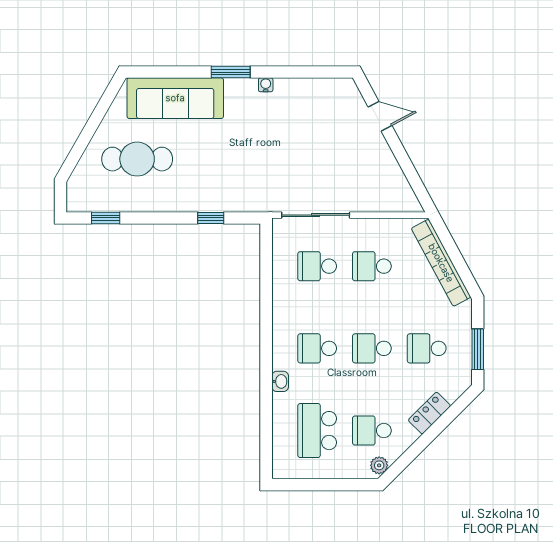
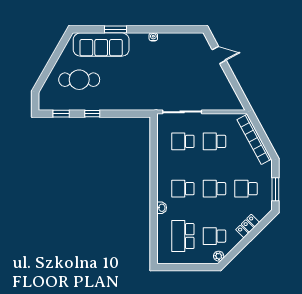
window: (231, 72) -> (115, 29), moved
window: (211, 218) -> (92, 114), moved

